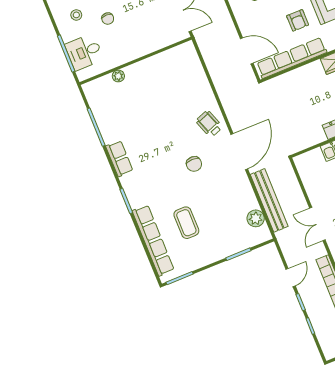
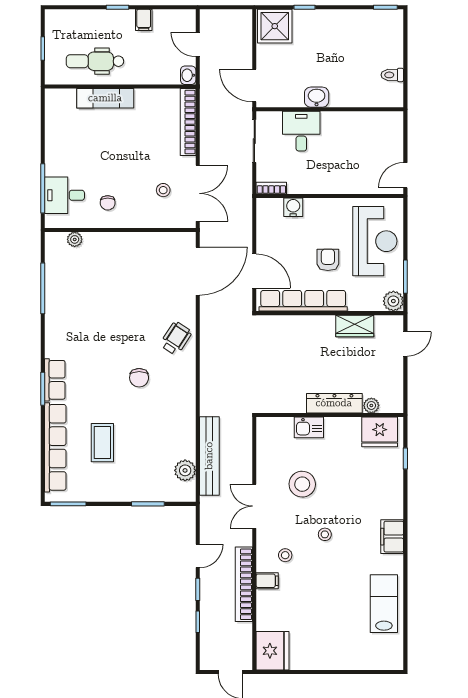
stool: (76, 15) -> (163, 190), moved
chair: (108, 19) -> (108, 203), moved
armchair: (298, 20) -> (328, 260), turned 180
plant: (118, 76) -> (75, 239), moved
wheelchair: (209, 124) -> (176, 338), turned 53
door: (239, 152) -> (198, 271), moved
row of seats: (119, 159) -> (55, 380), moved

